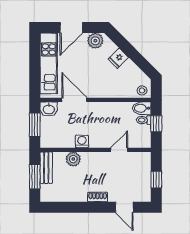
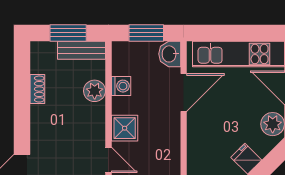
shower: (98, 139) -> (125, 128), added
washing machine: (82, 141) -> (121, 86), moved
shoe rack: (98, 197) -> (37, 89), moved

